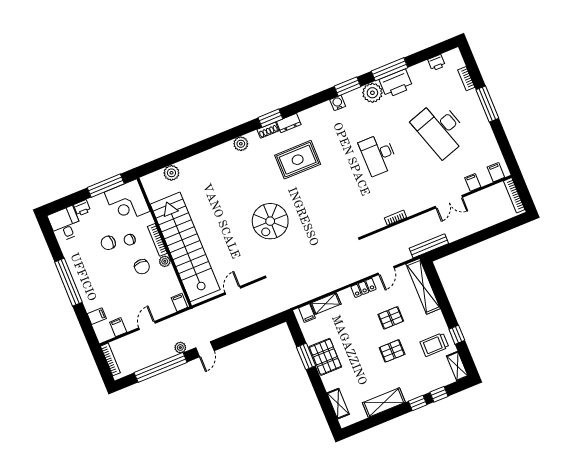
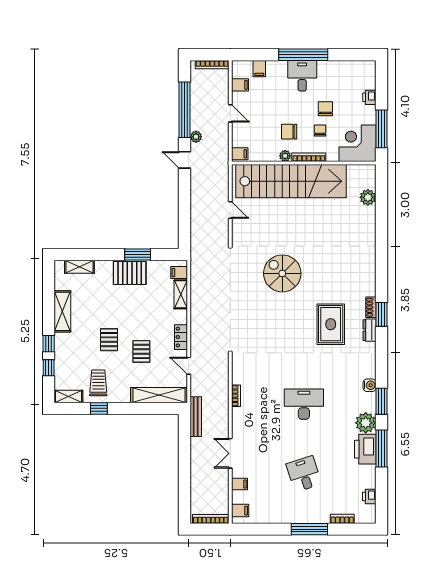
desk: (440, 129) -> (304, 474), width x0.53, depth x0.77
plant: (241, 144) -> (368, 276), removed
desk: (65, 224) -> (302, 76), moved, turned -90

